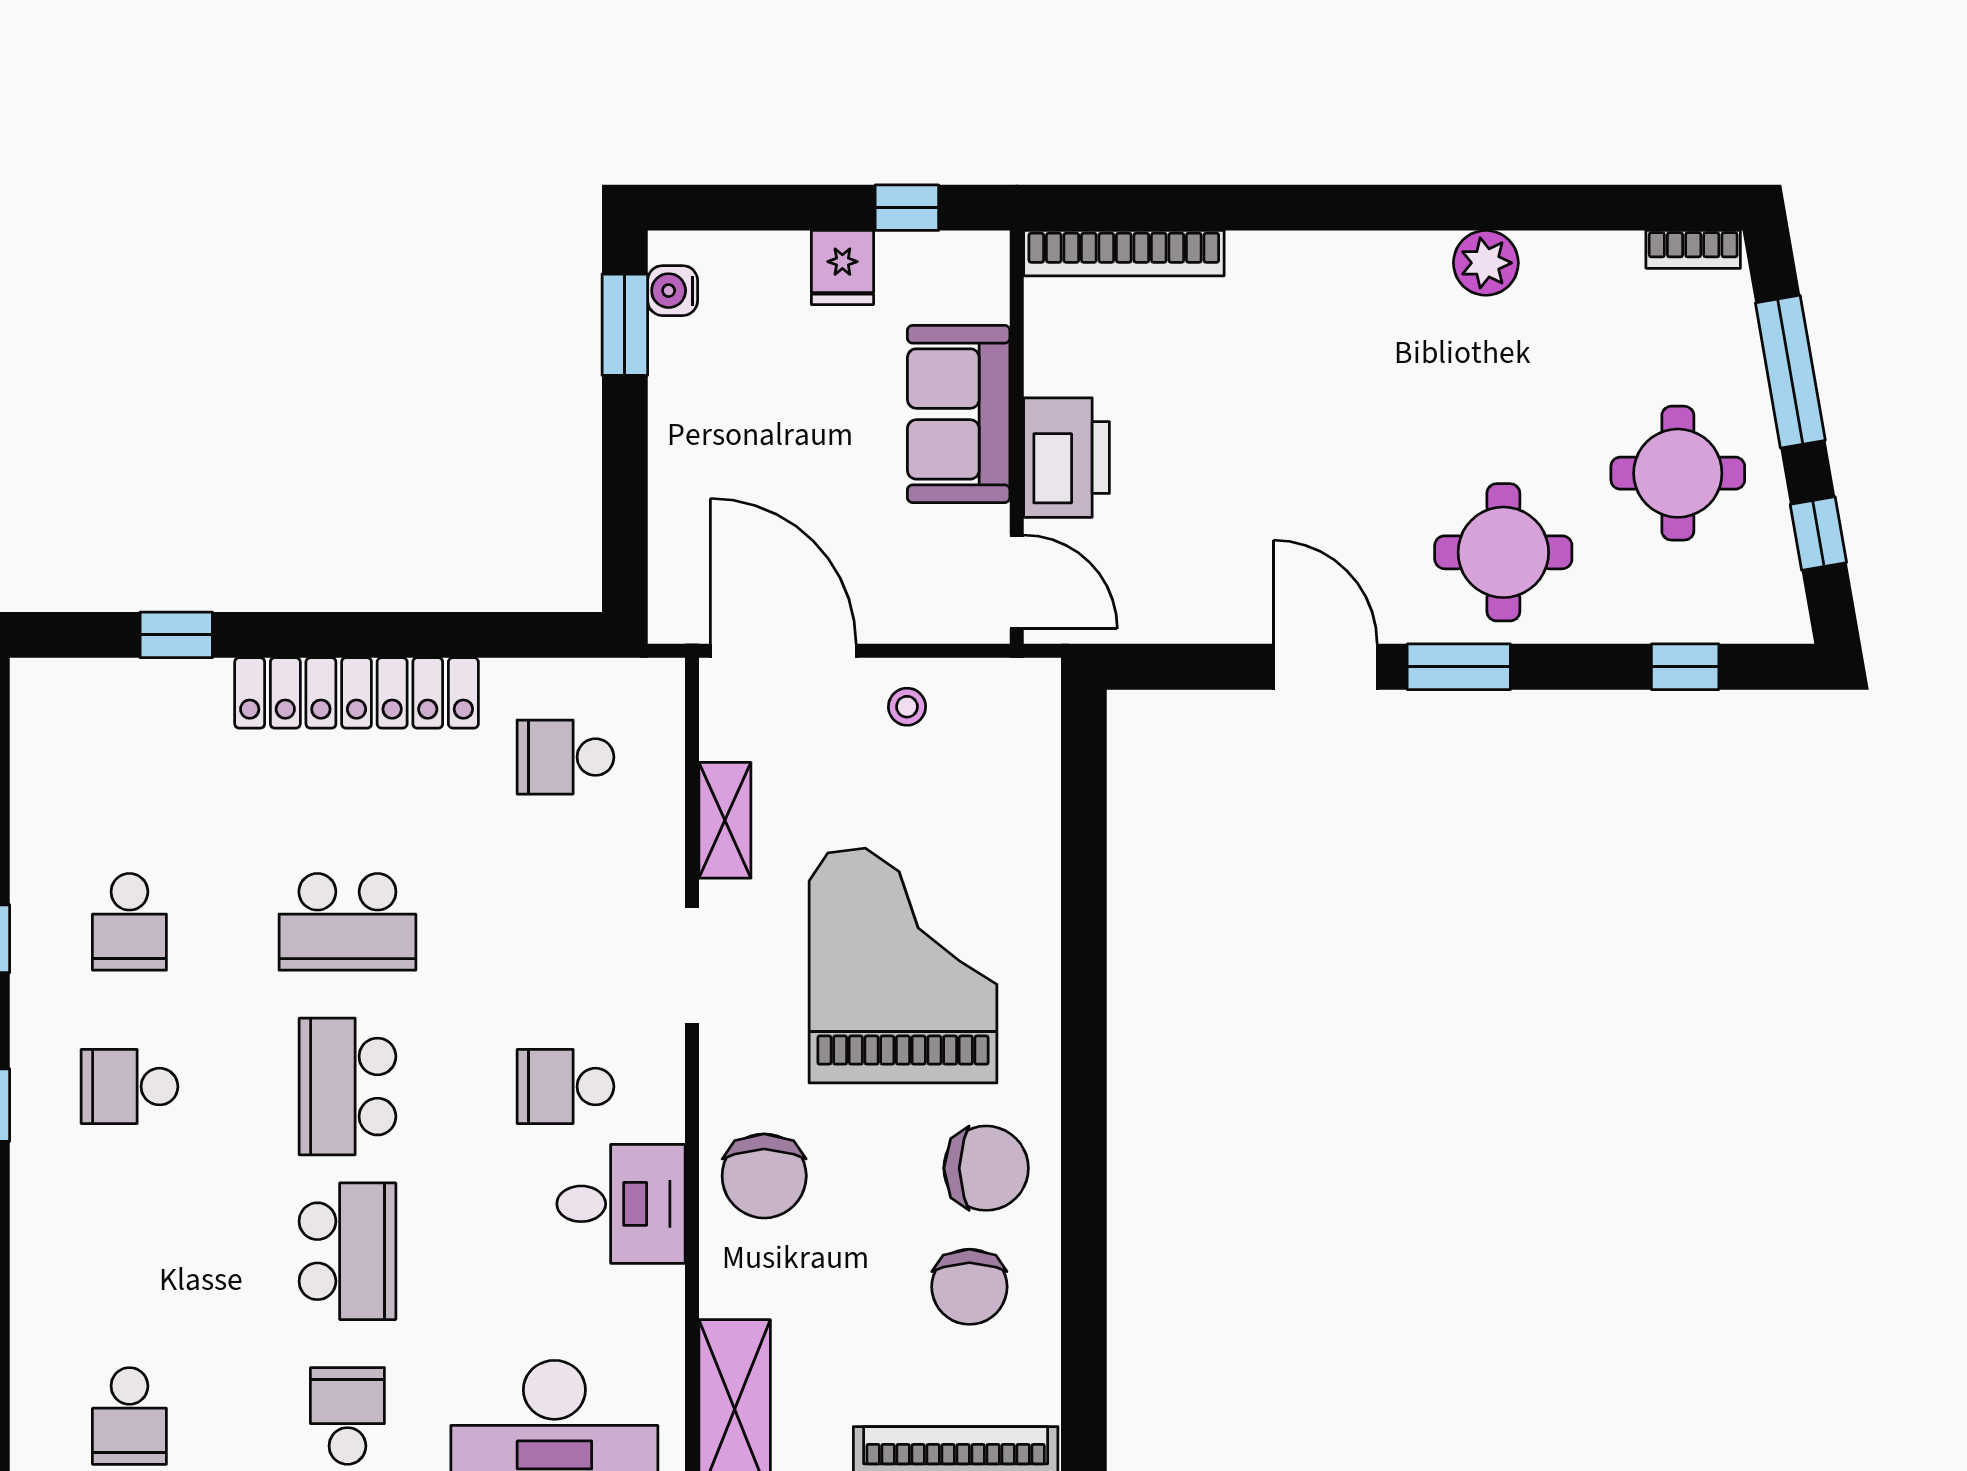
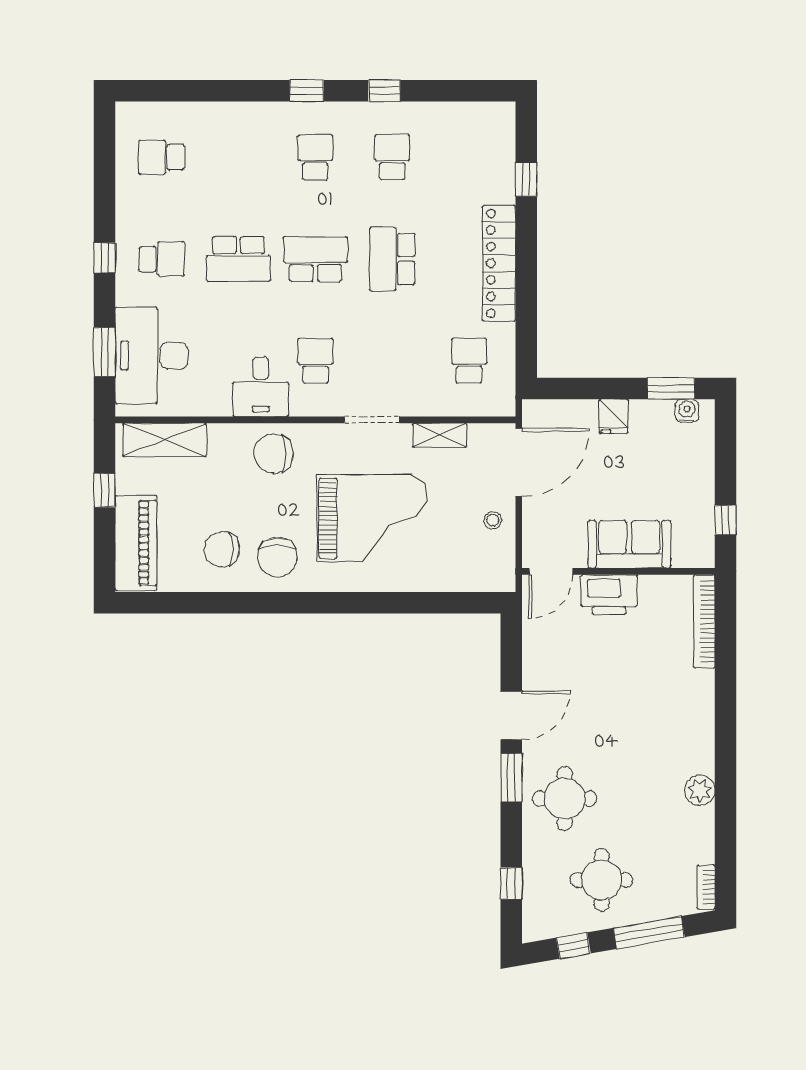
fridge: (842, 268) -> (614, 416), moved, turned -90
school desk: (129, 922) -> (392, 157), turned 90

